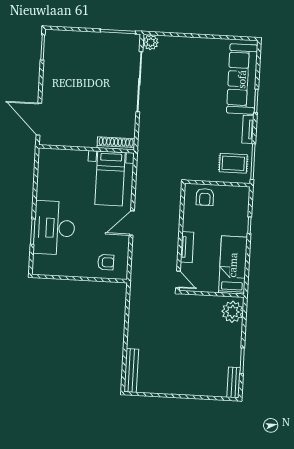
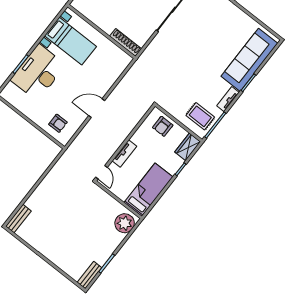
bed with nightstands: (110, 178) -> (70, 41), moved, turned -90
wardrobe: (241, 200) -> (188, 147), added
bench: (131, 370) -> (18, 219), width x0.73

